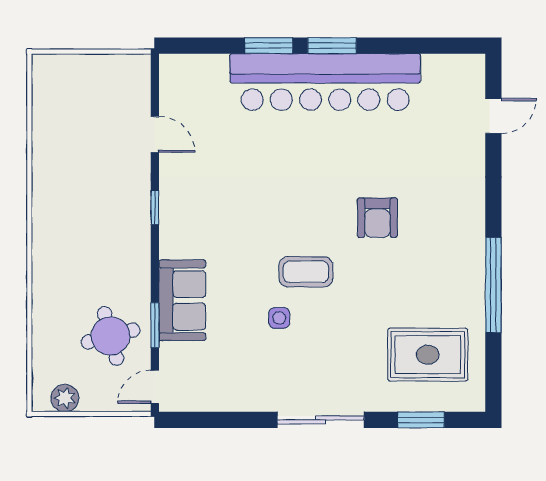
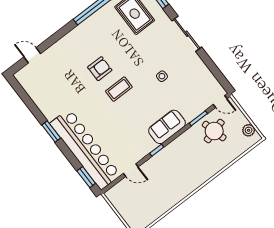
window: (269, 46) -> (86, 177), moved
bar counter: (325, 82) -> (85, 149), moved
door: (155, 134) -> (131, 170), swing flipped
coffee table: (306, 272) -> (119, 89), moved, turned 90
sofa: (182, 300) -> (167, 127), moved

